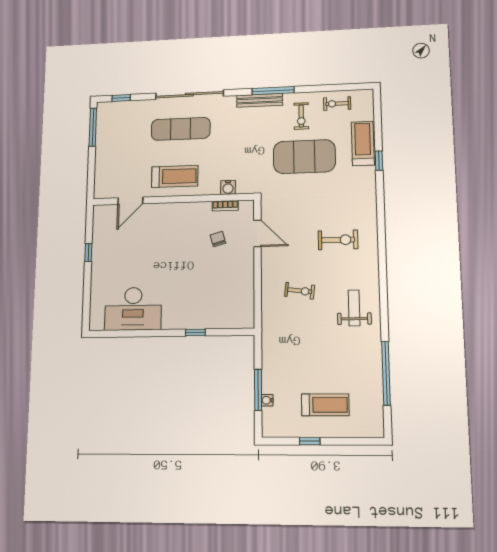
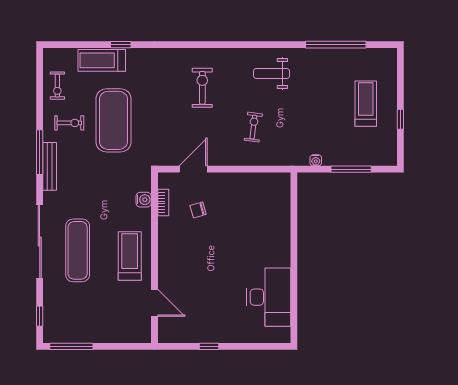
window: (195, 333) -> (294, 232), removed
water cooler: (267, 400) -> (316, 160), moved

